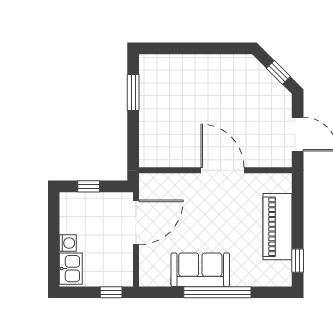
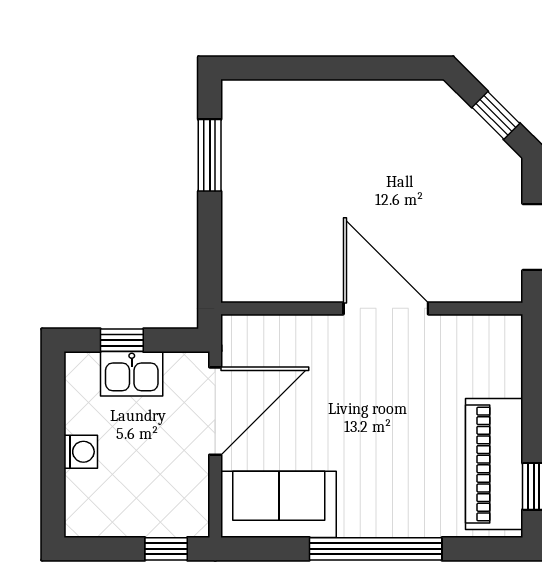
piano: (278, 227) -> (494, 464), moved
kitchen sink: (71, 269) -> (132, 374), moved, turned 90
sofa: (200, 270) -> (279, 504), moved

